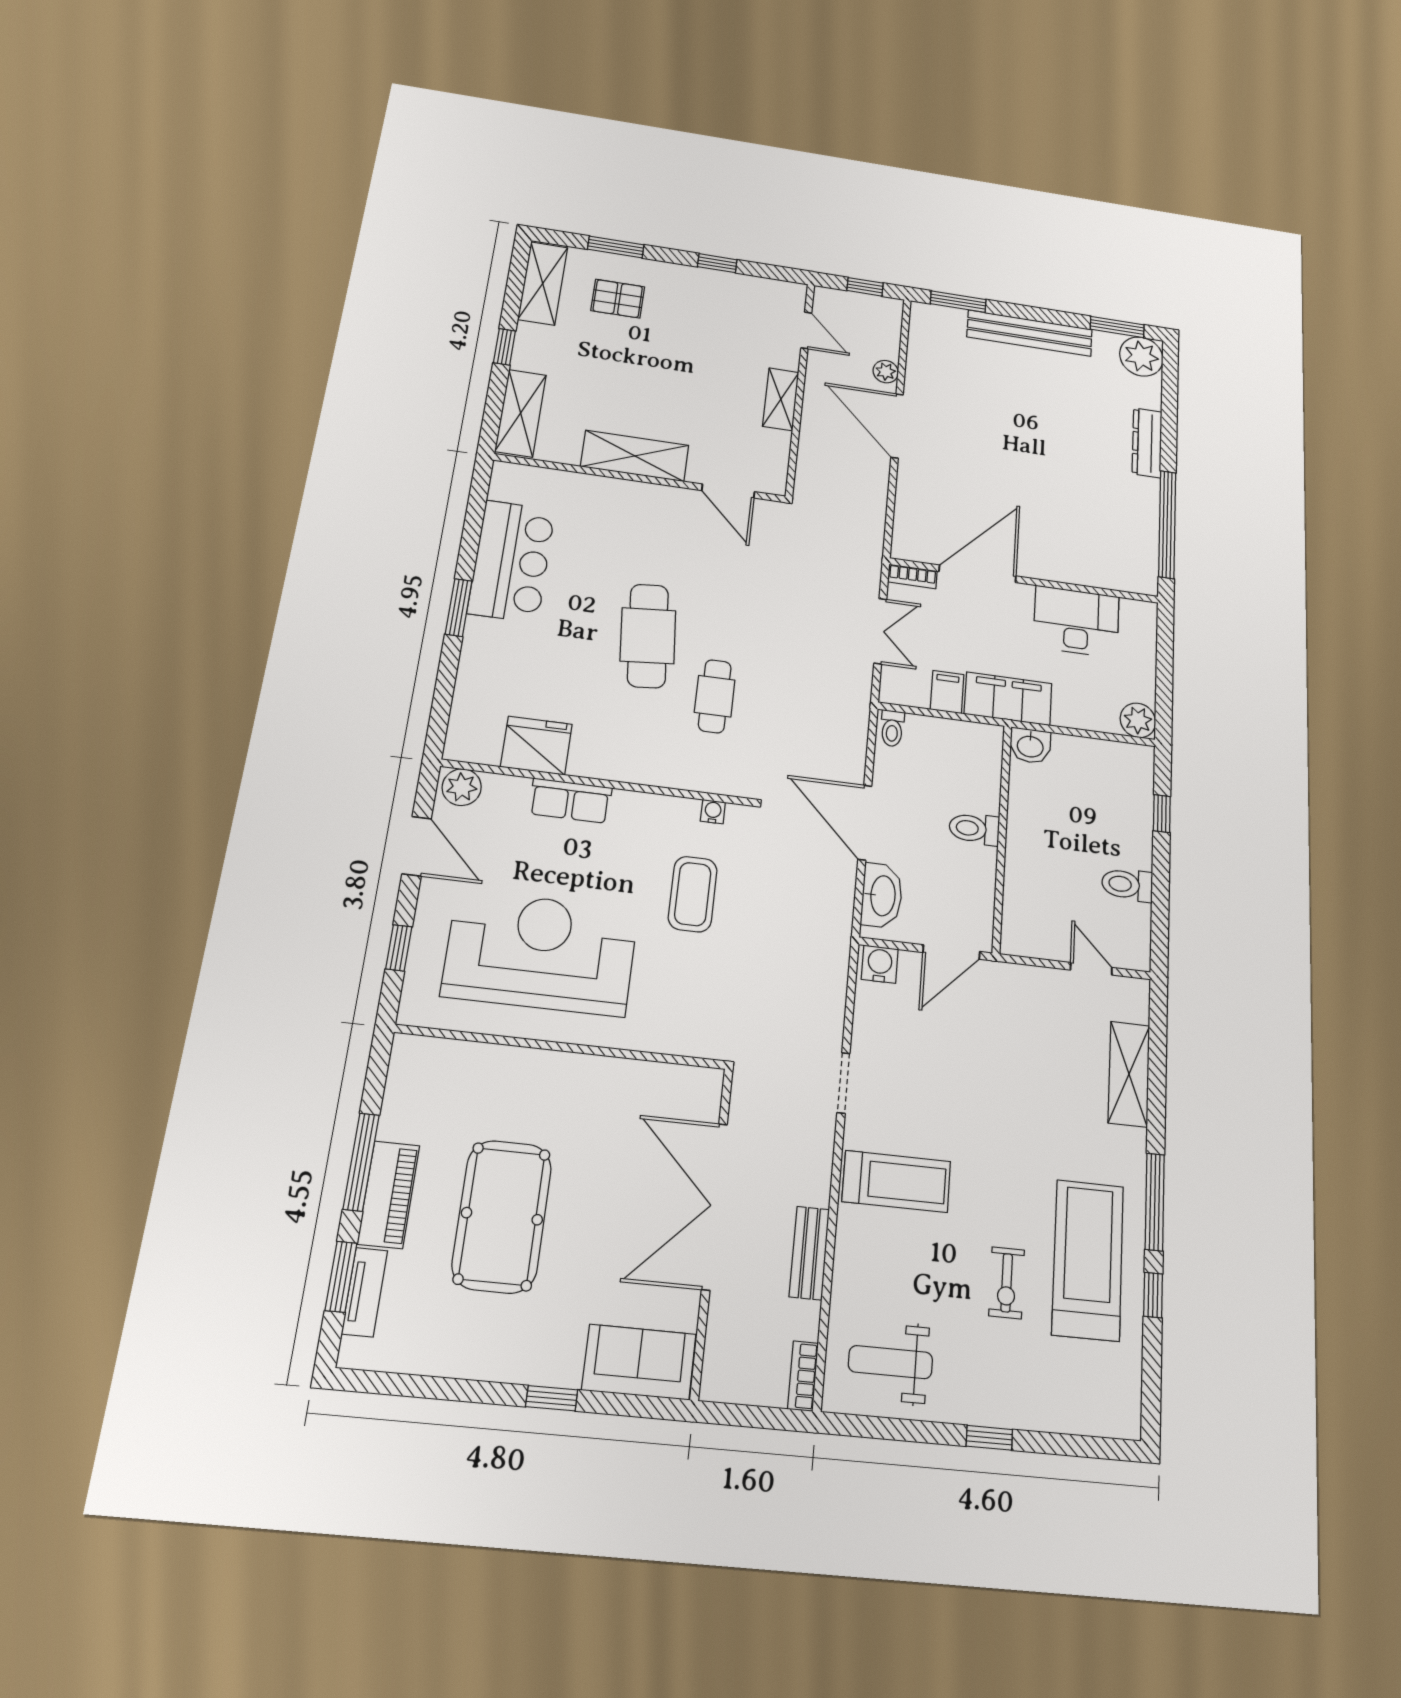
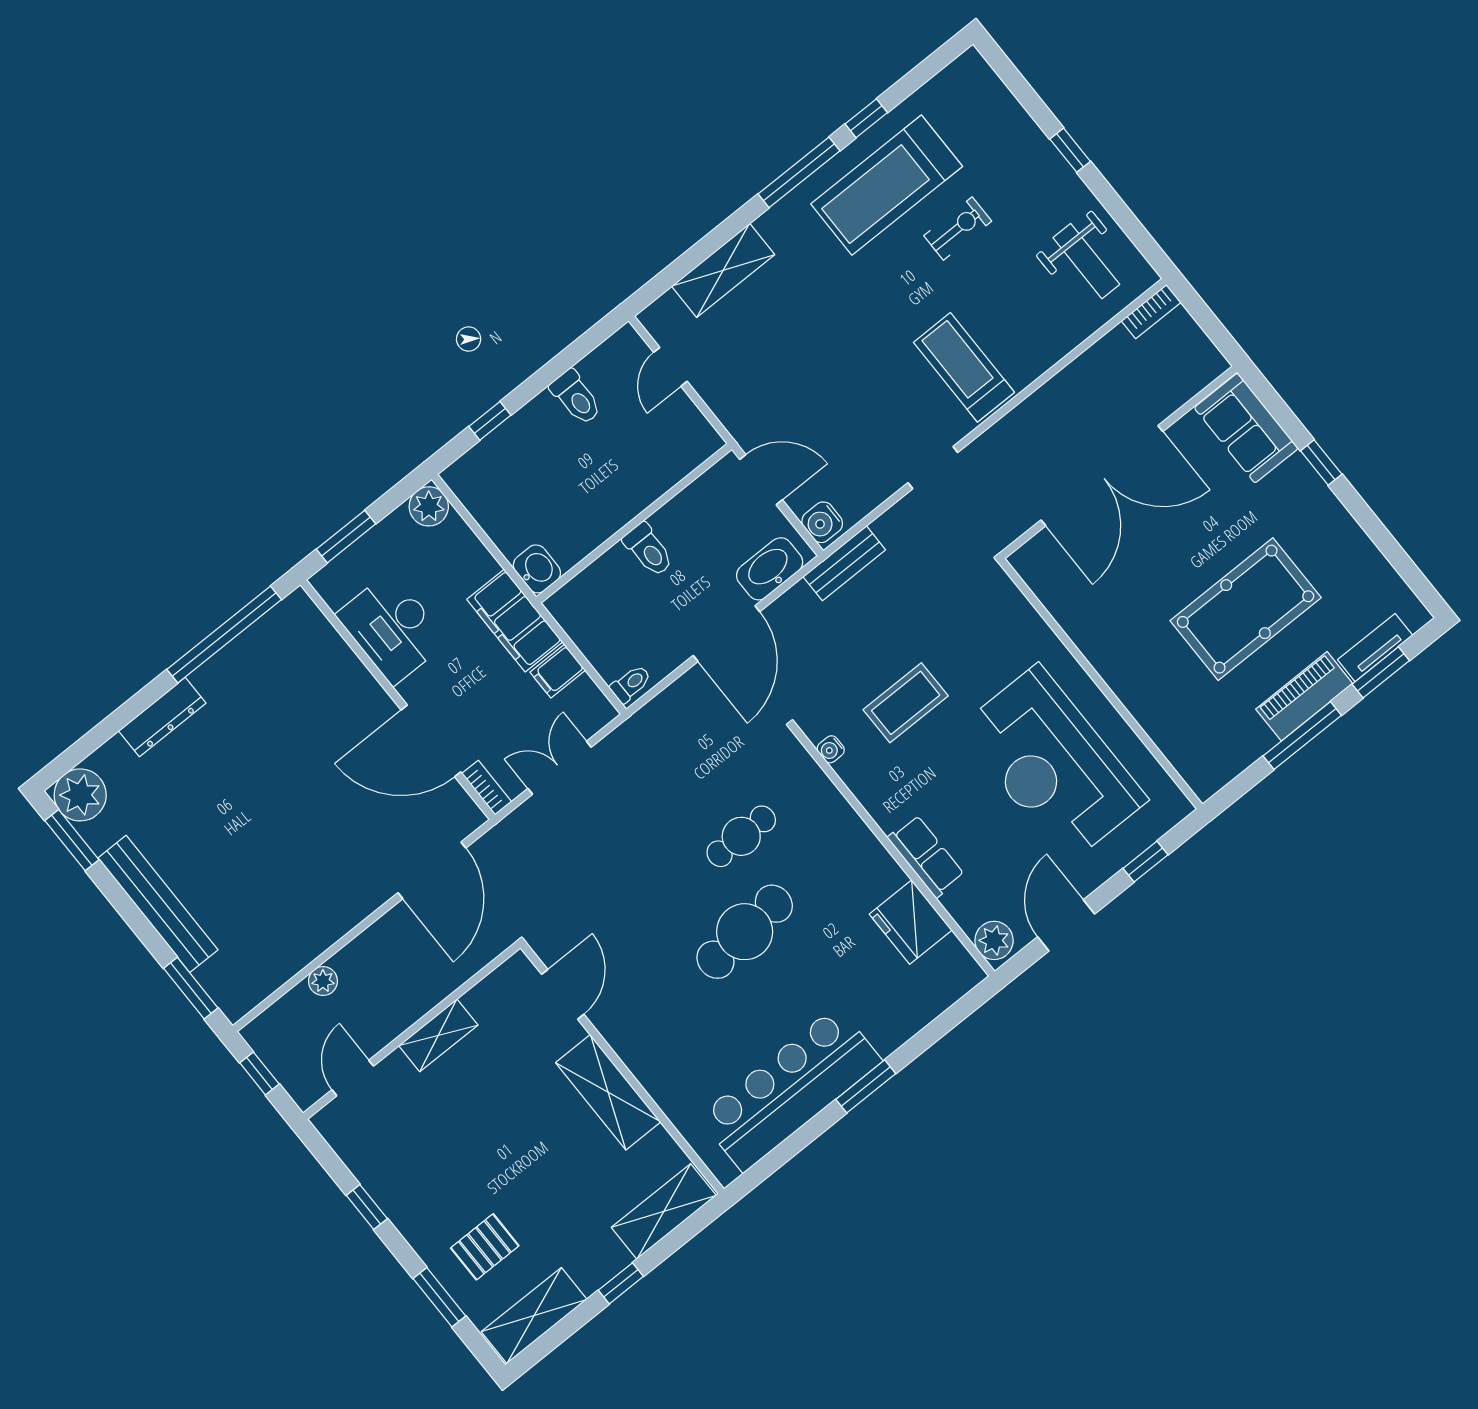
pallet: (618, 299) -> (485, 1247), turned 90
door: (897, 426) -> (432, 870), moved
bar counter: (512, 561) -> (790, 1089), width x1.36
window: (1165, 652) -> (346, 537), added
bench: (809, 1253) -> (844, 563), moved

